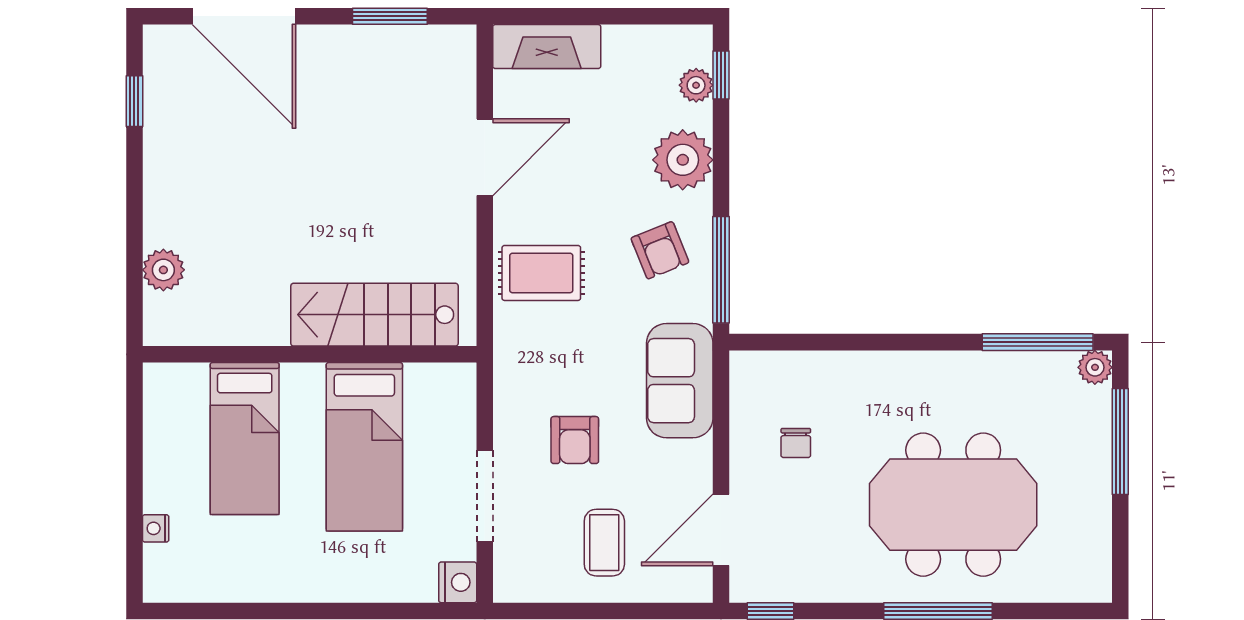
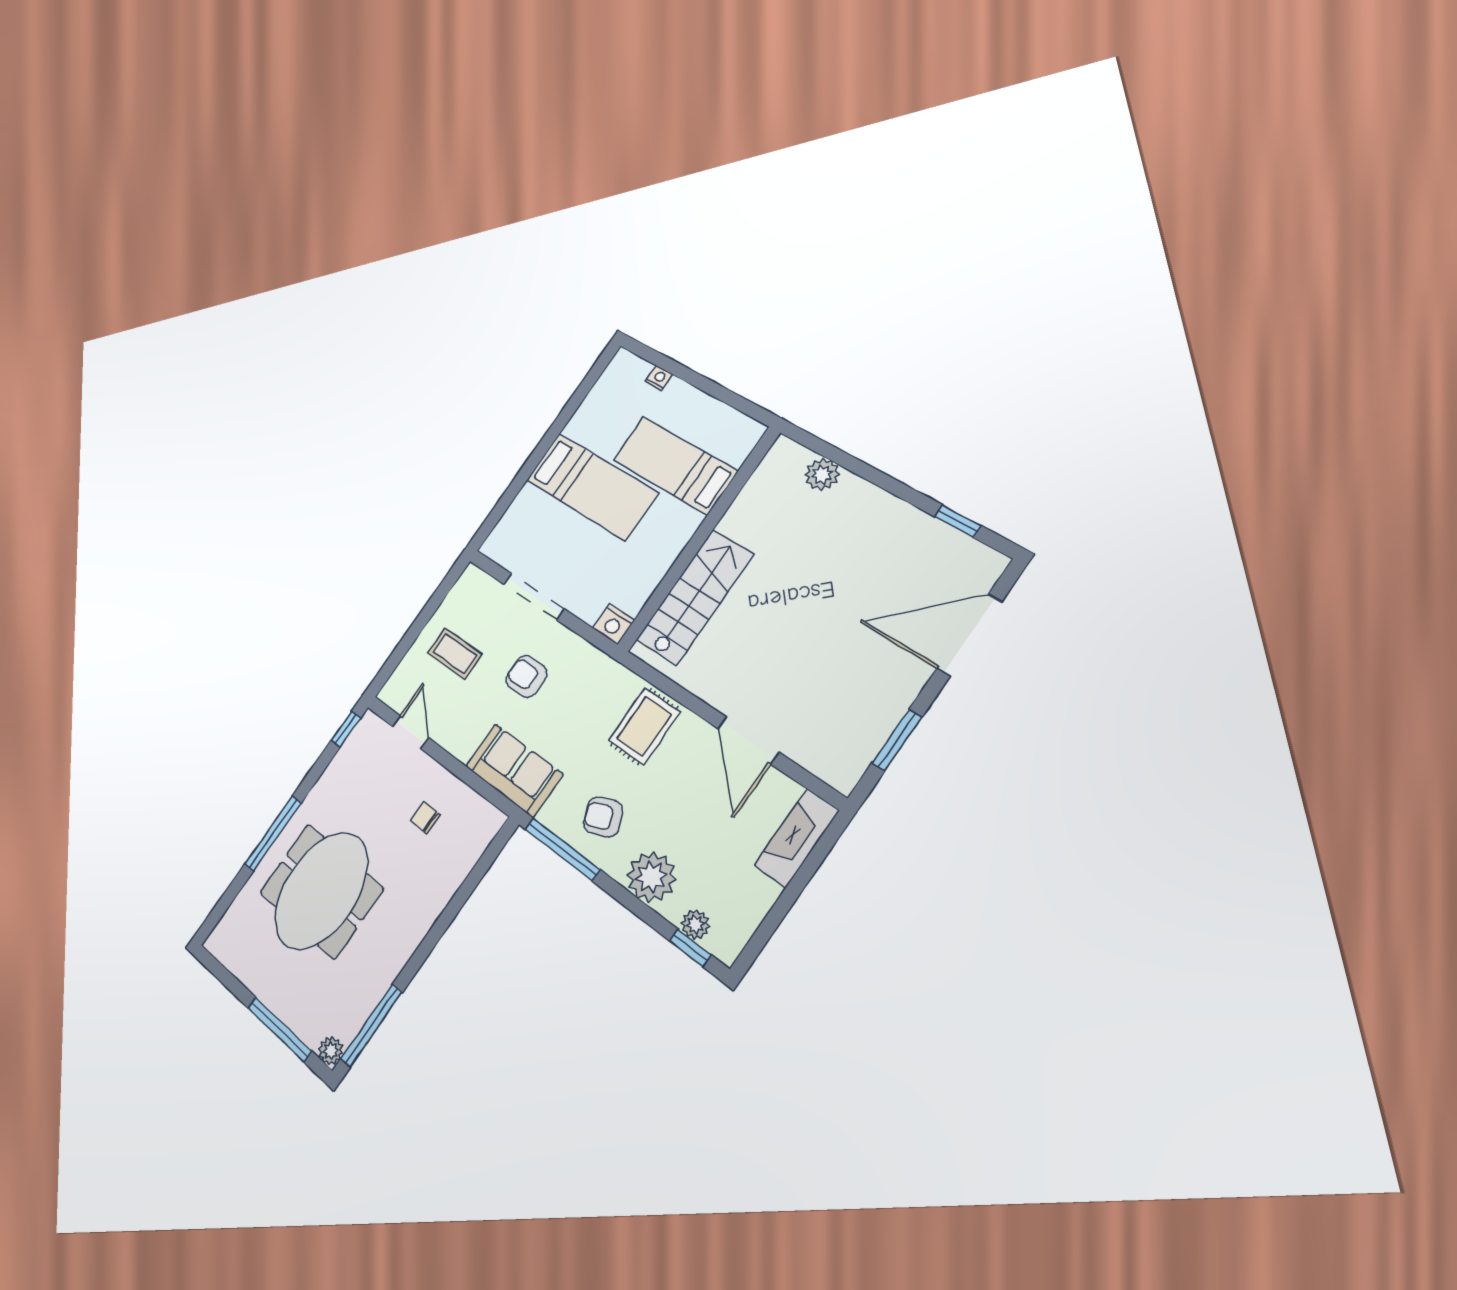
bed: (364, 447) -> (592, 486), moved, turned 180
door: (721, 530) -> (410, 732), width x0.73
nightstand: (458, 582) -> (614, 624), moved

